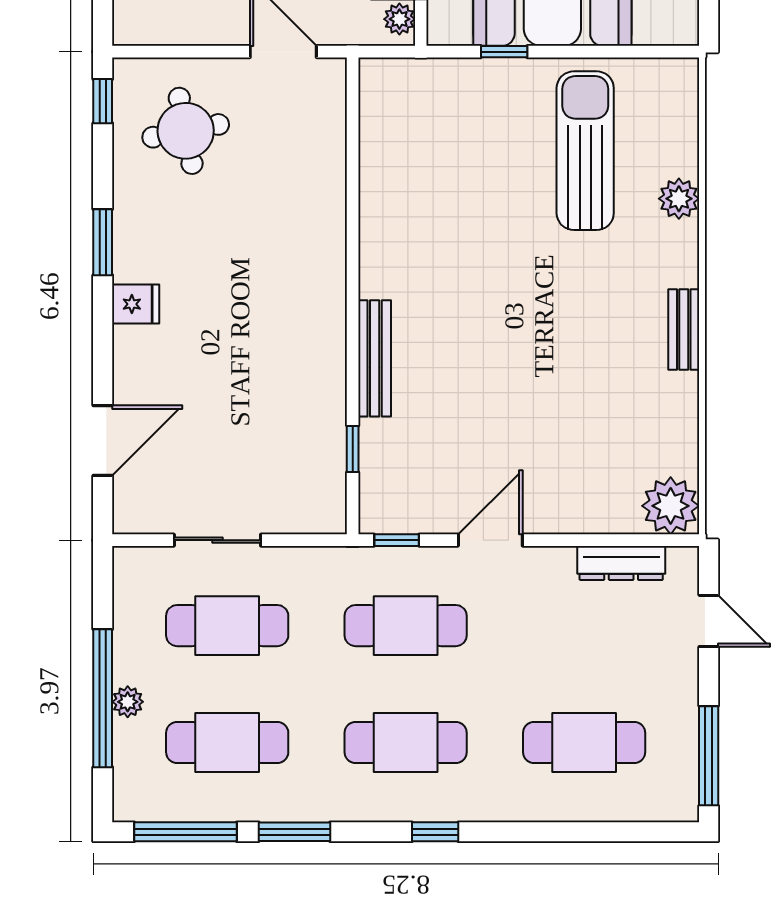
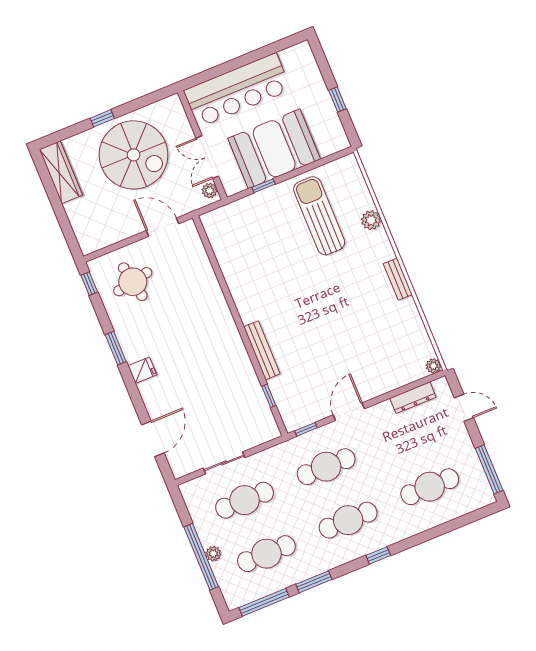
plant: (671, 506) -> (433, 366), width x0.53, depth x0.53

